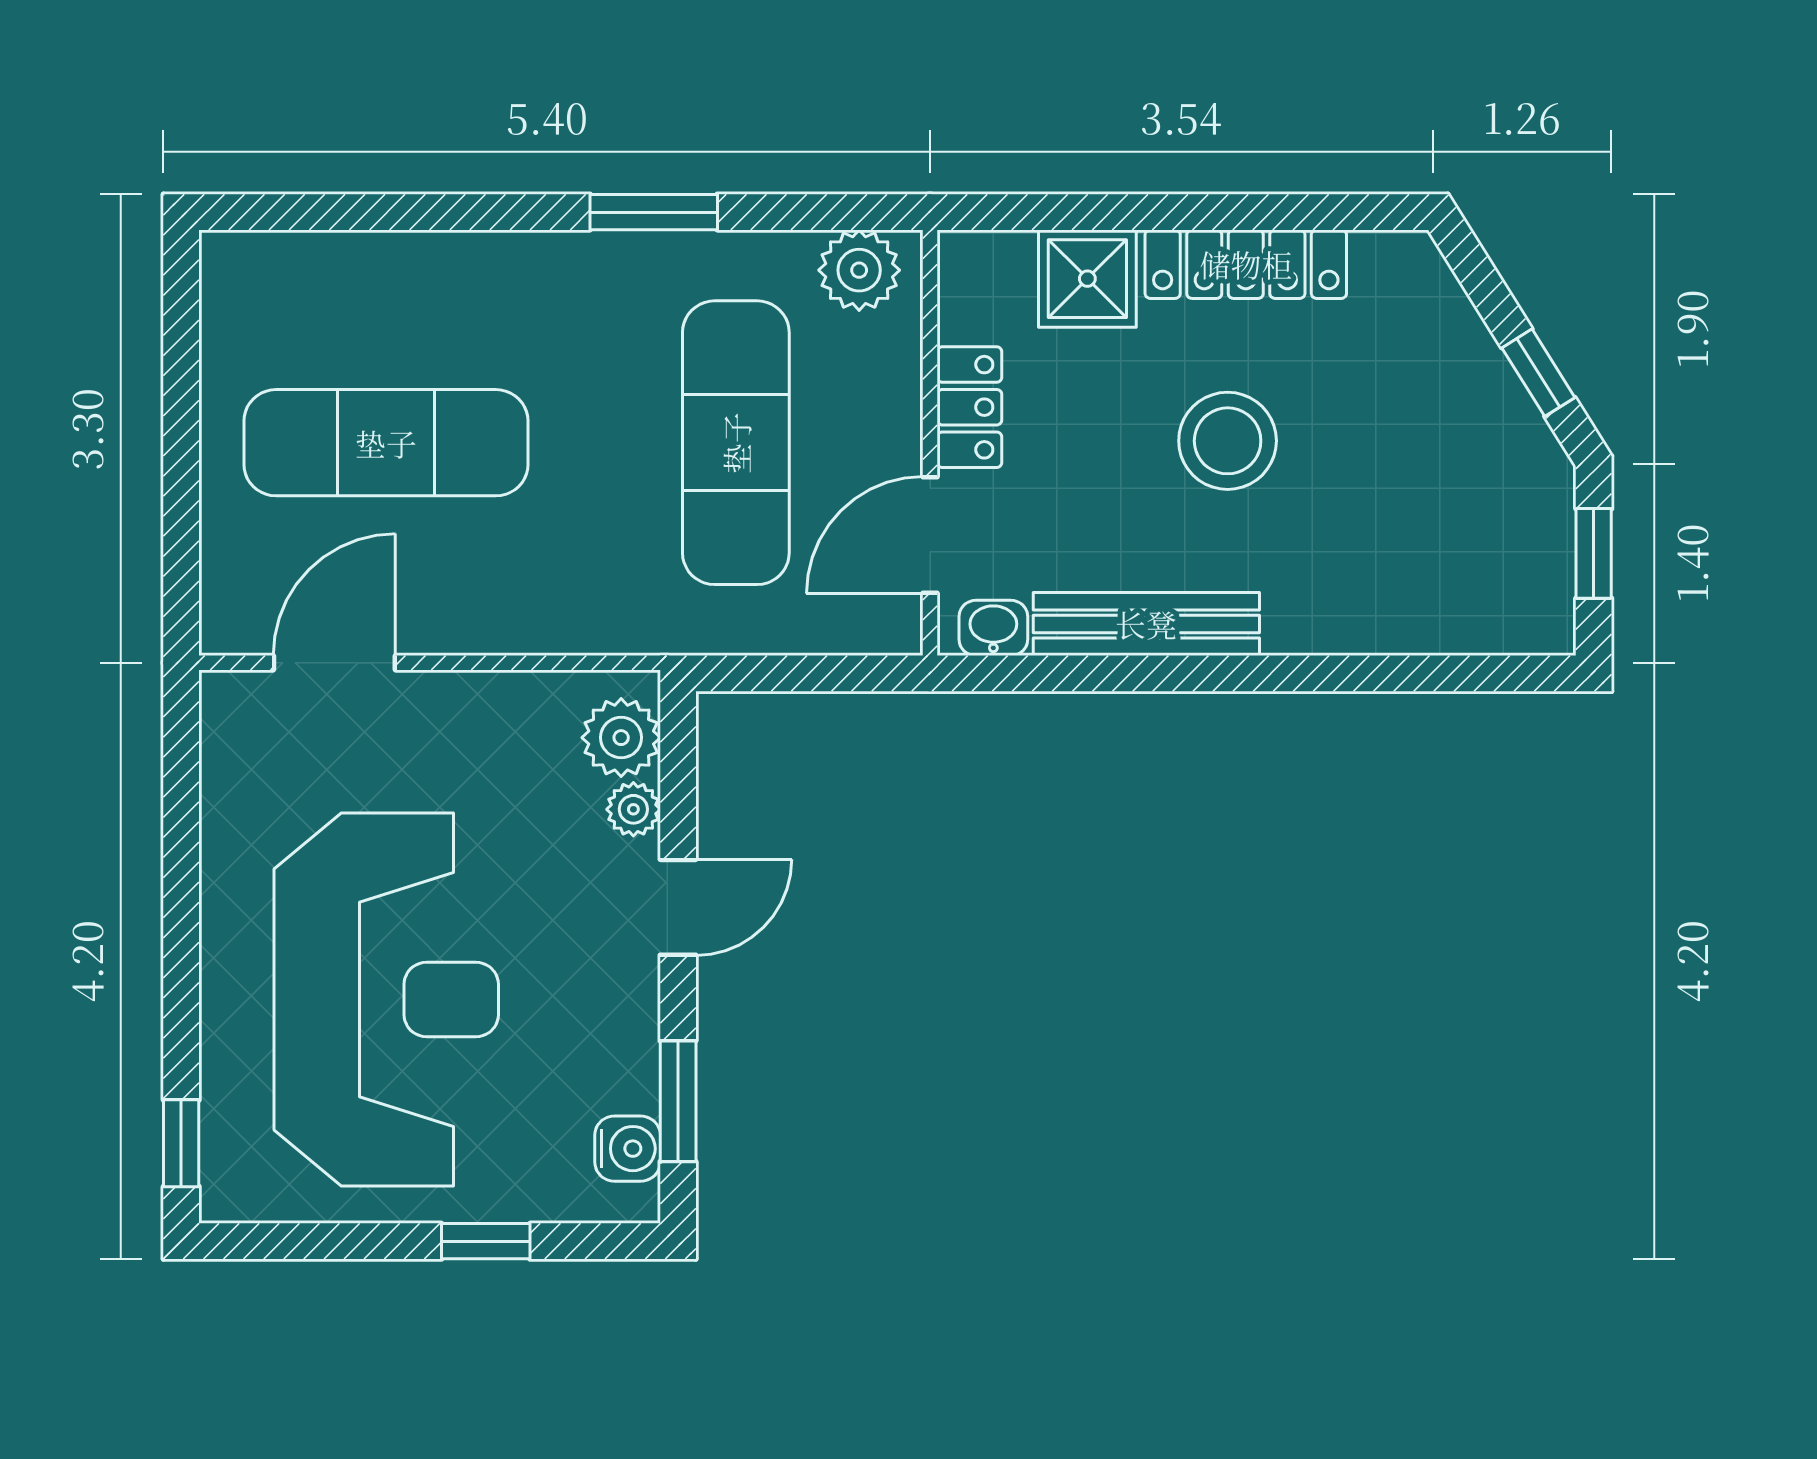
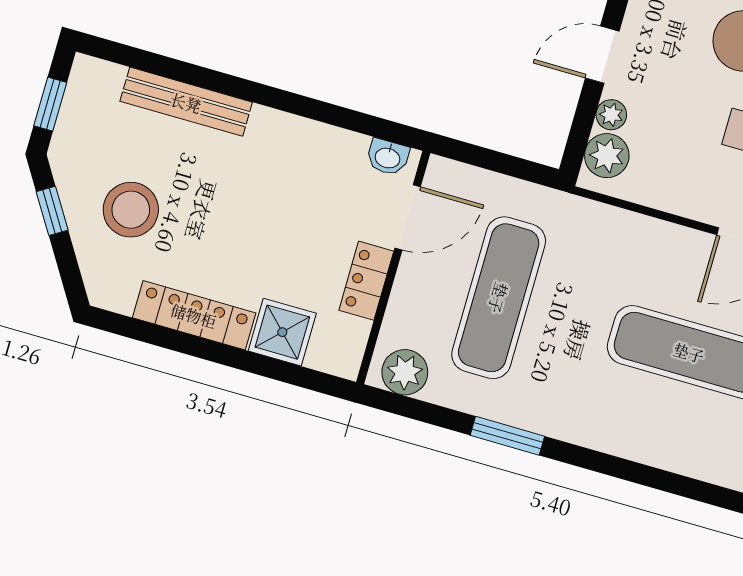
stool: (1228, 441) -> (131, 210), moved
bench: (1146, 624) -> (186, 102), moved

